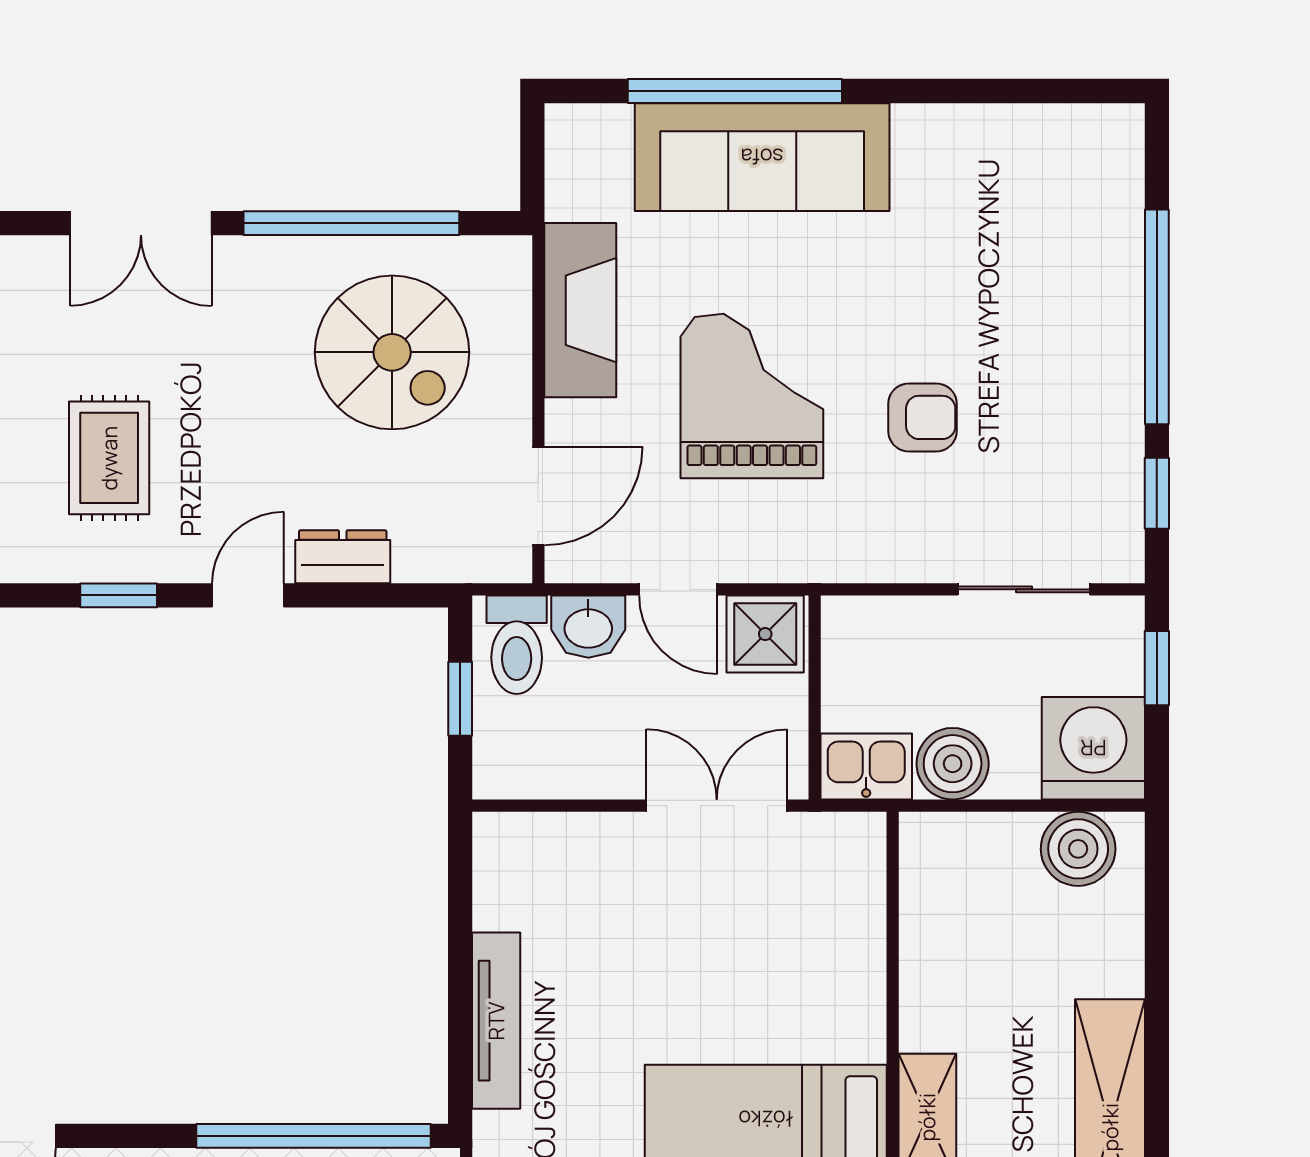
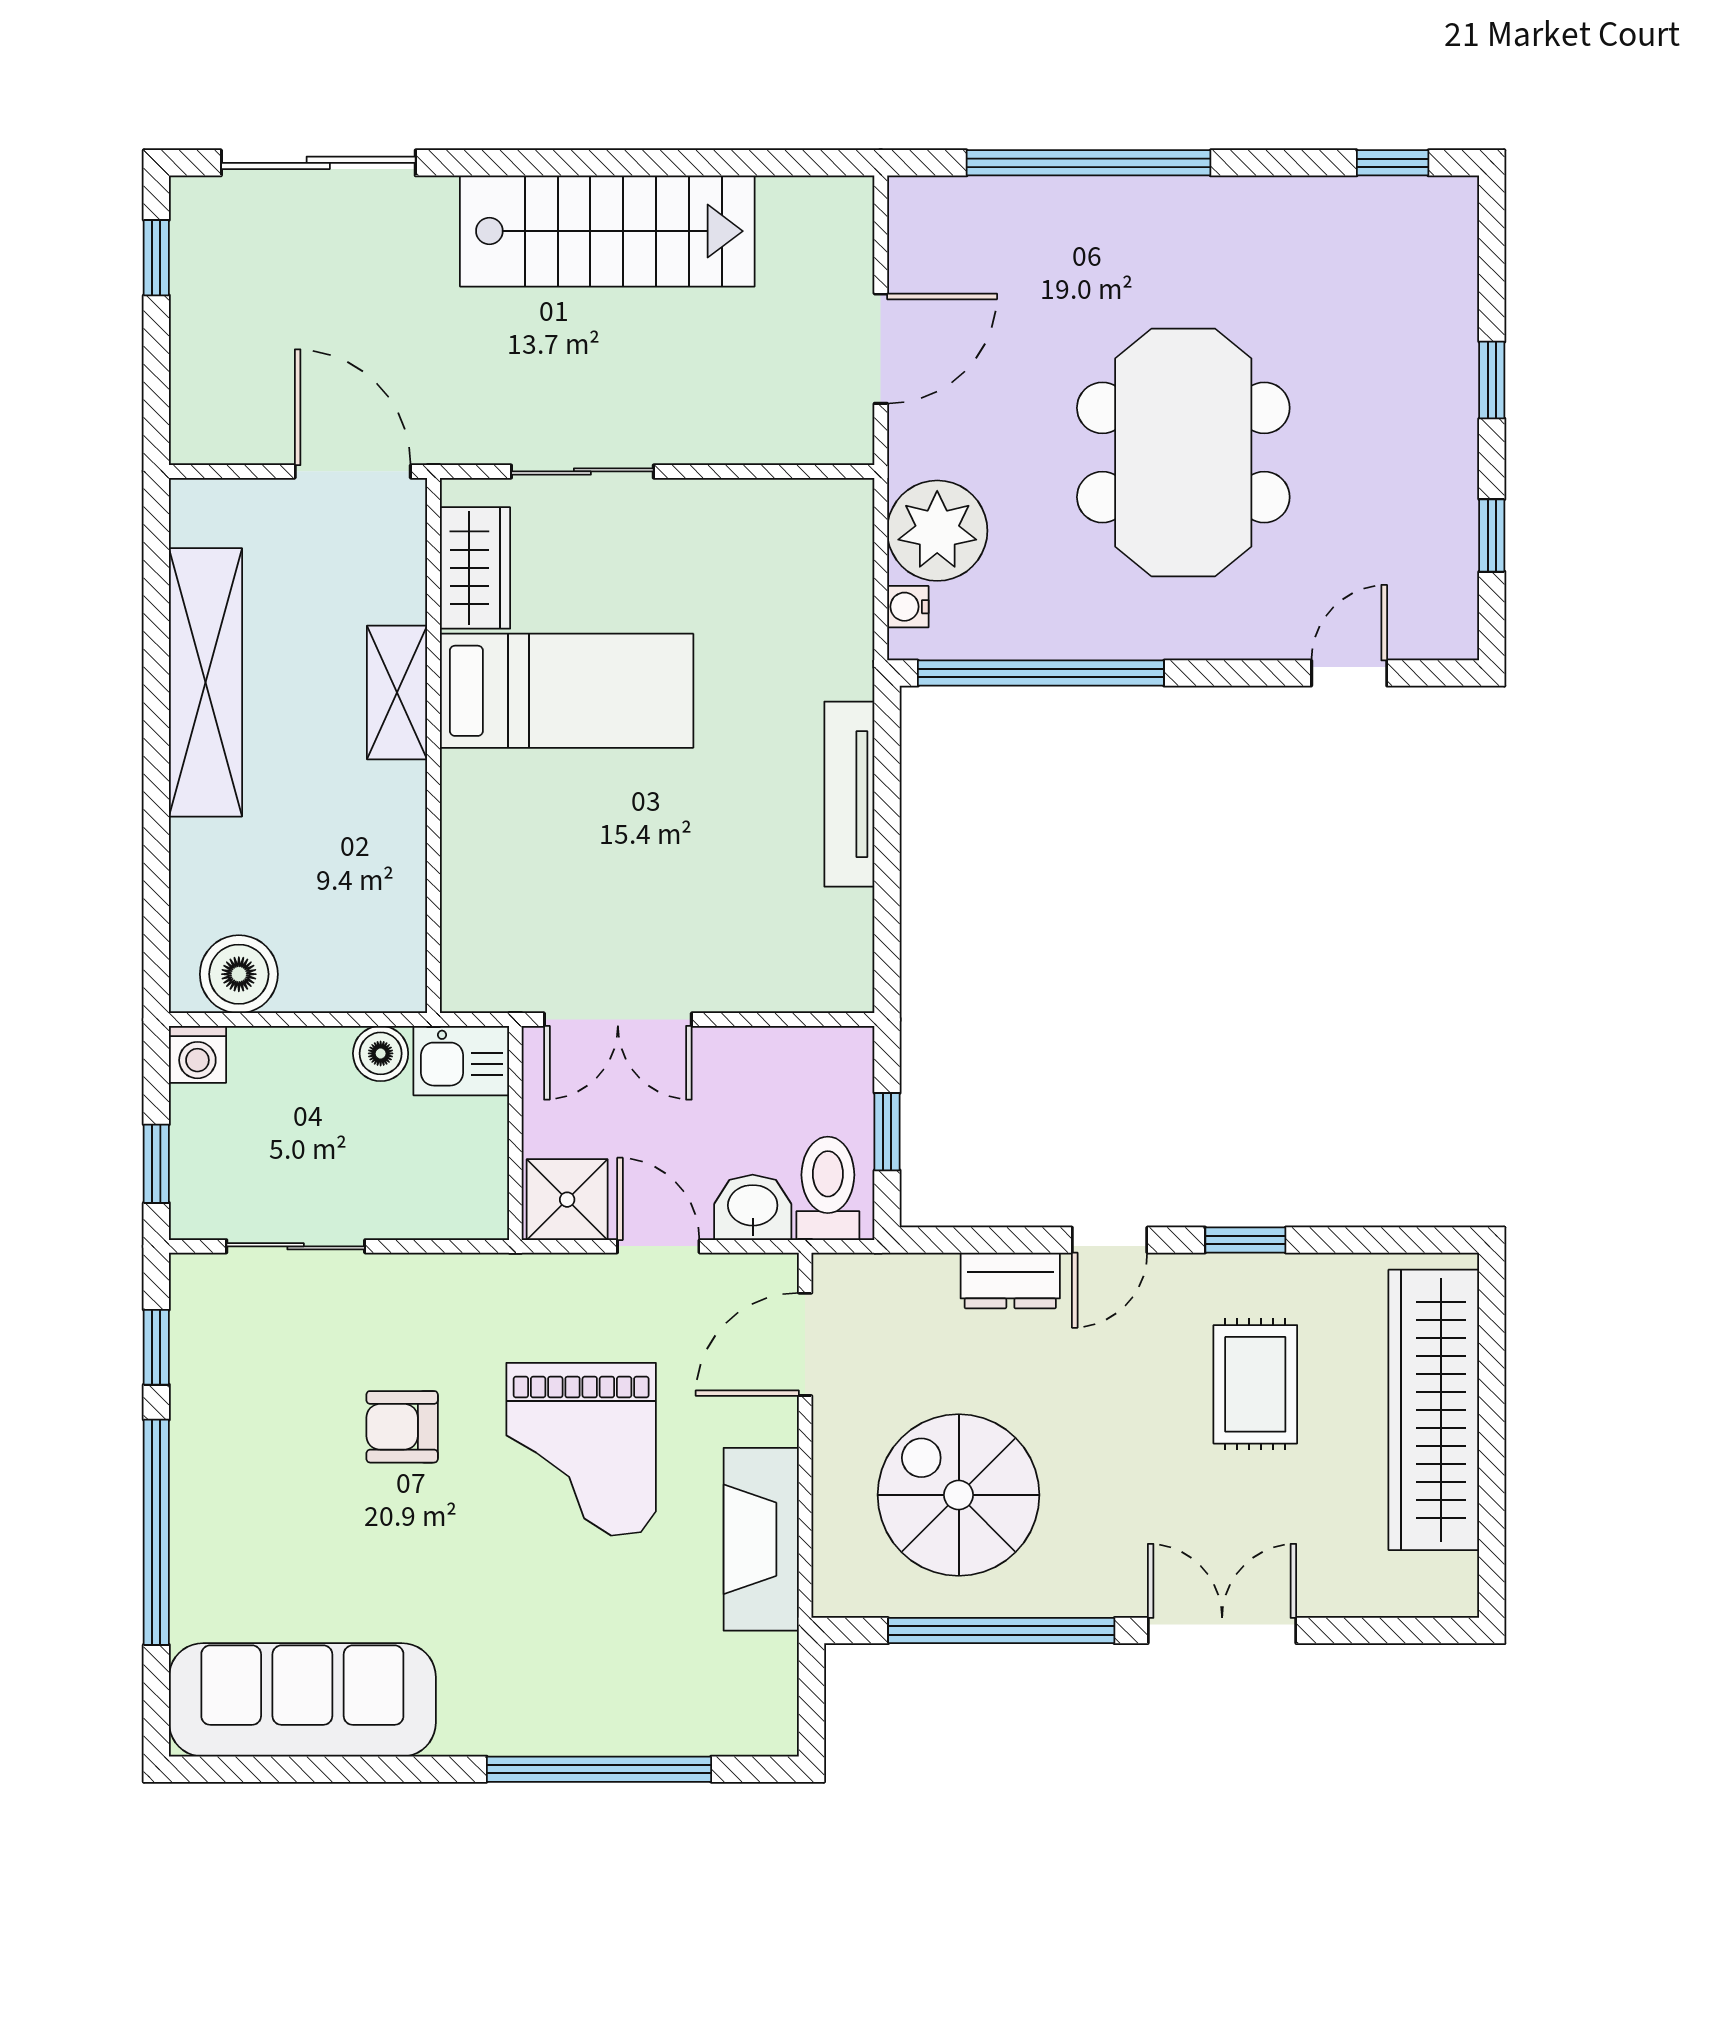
sofa: (762, 157) -> (302, 1700), moved
washing machine: (1093, 748) -> (197, 1054), width x0.53, depth x0.53
boiler: (953, 764) -> (381, 1053), width x0.73, depth x0.73

